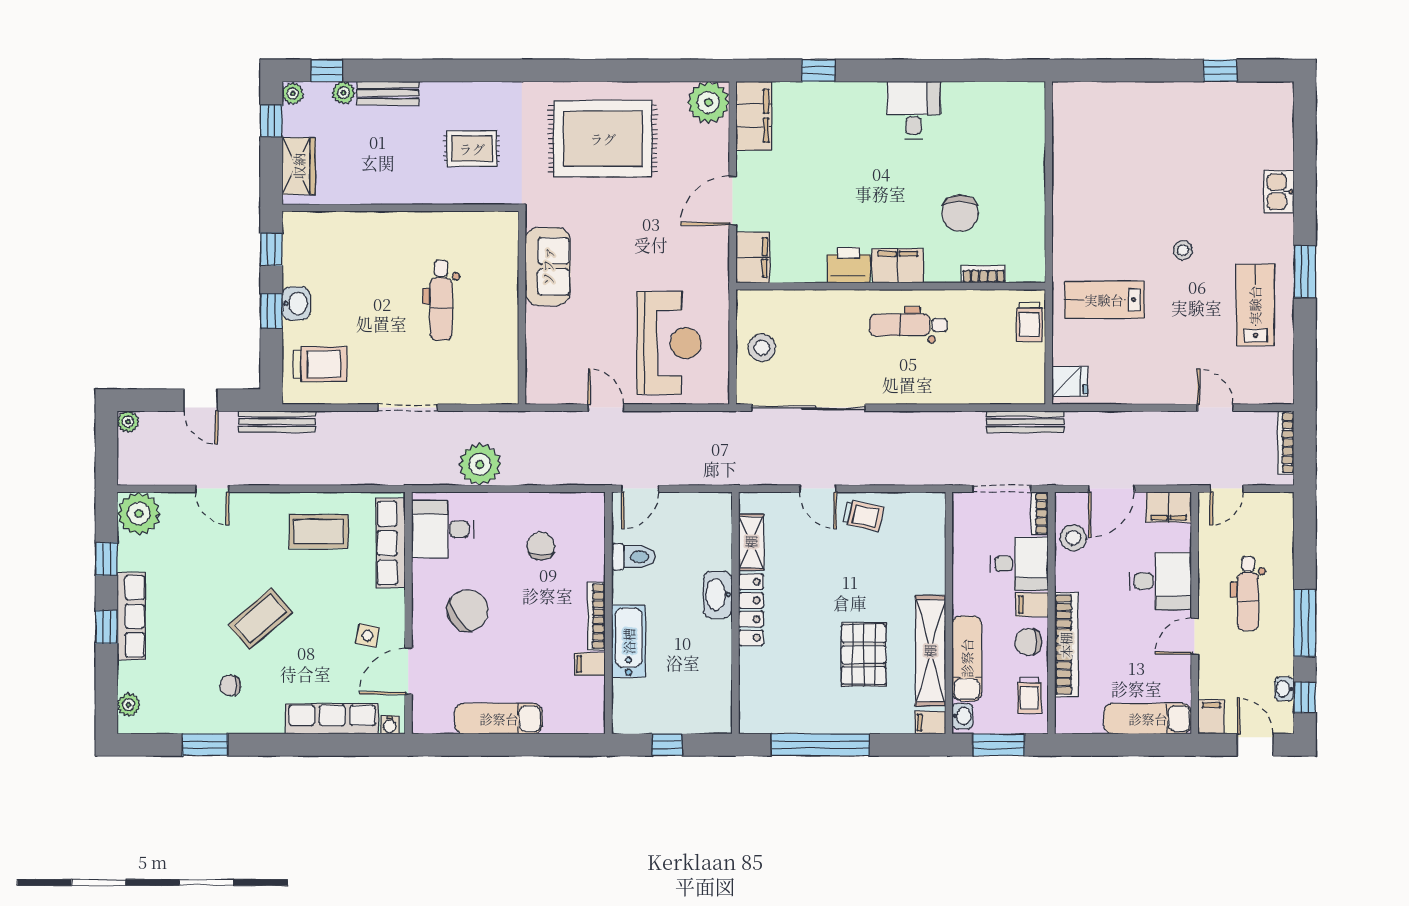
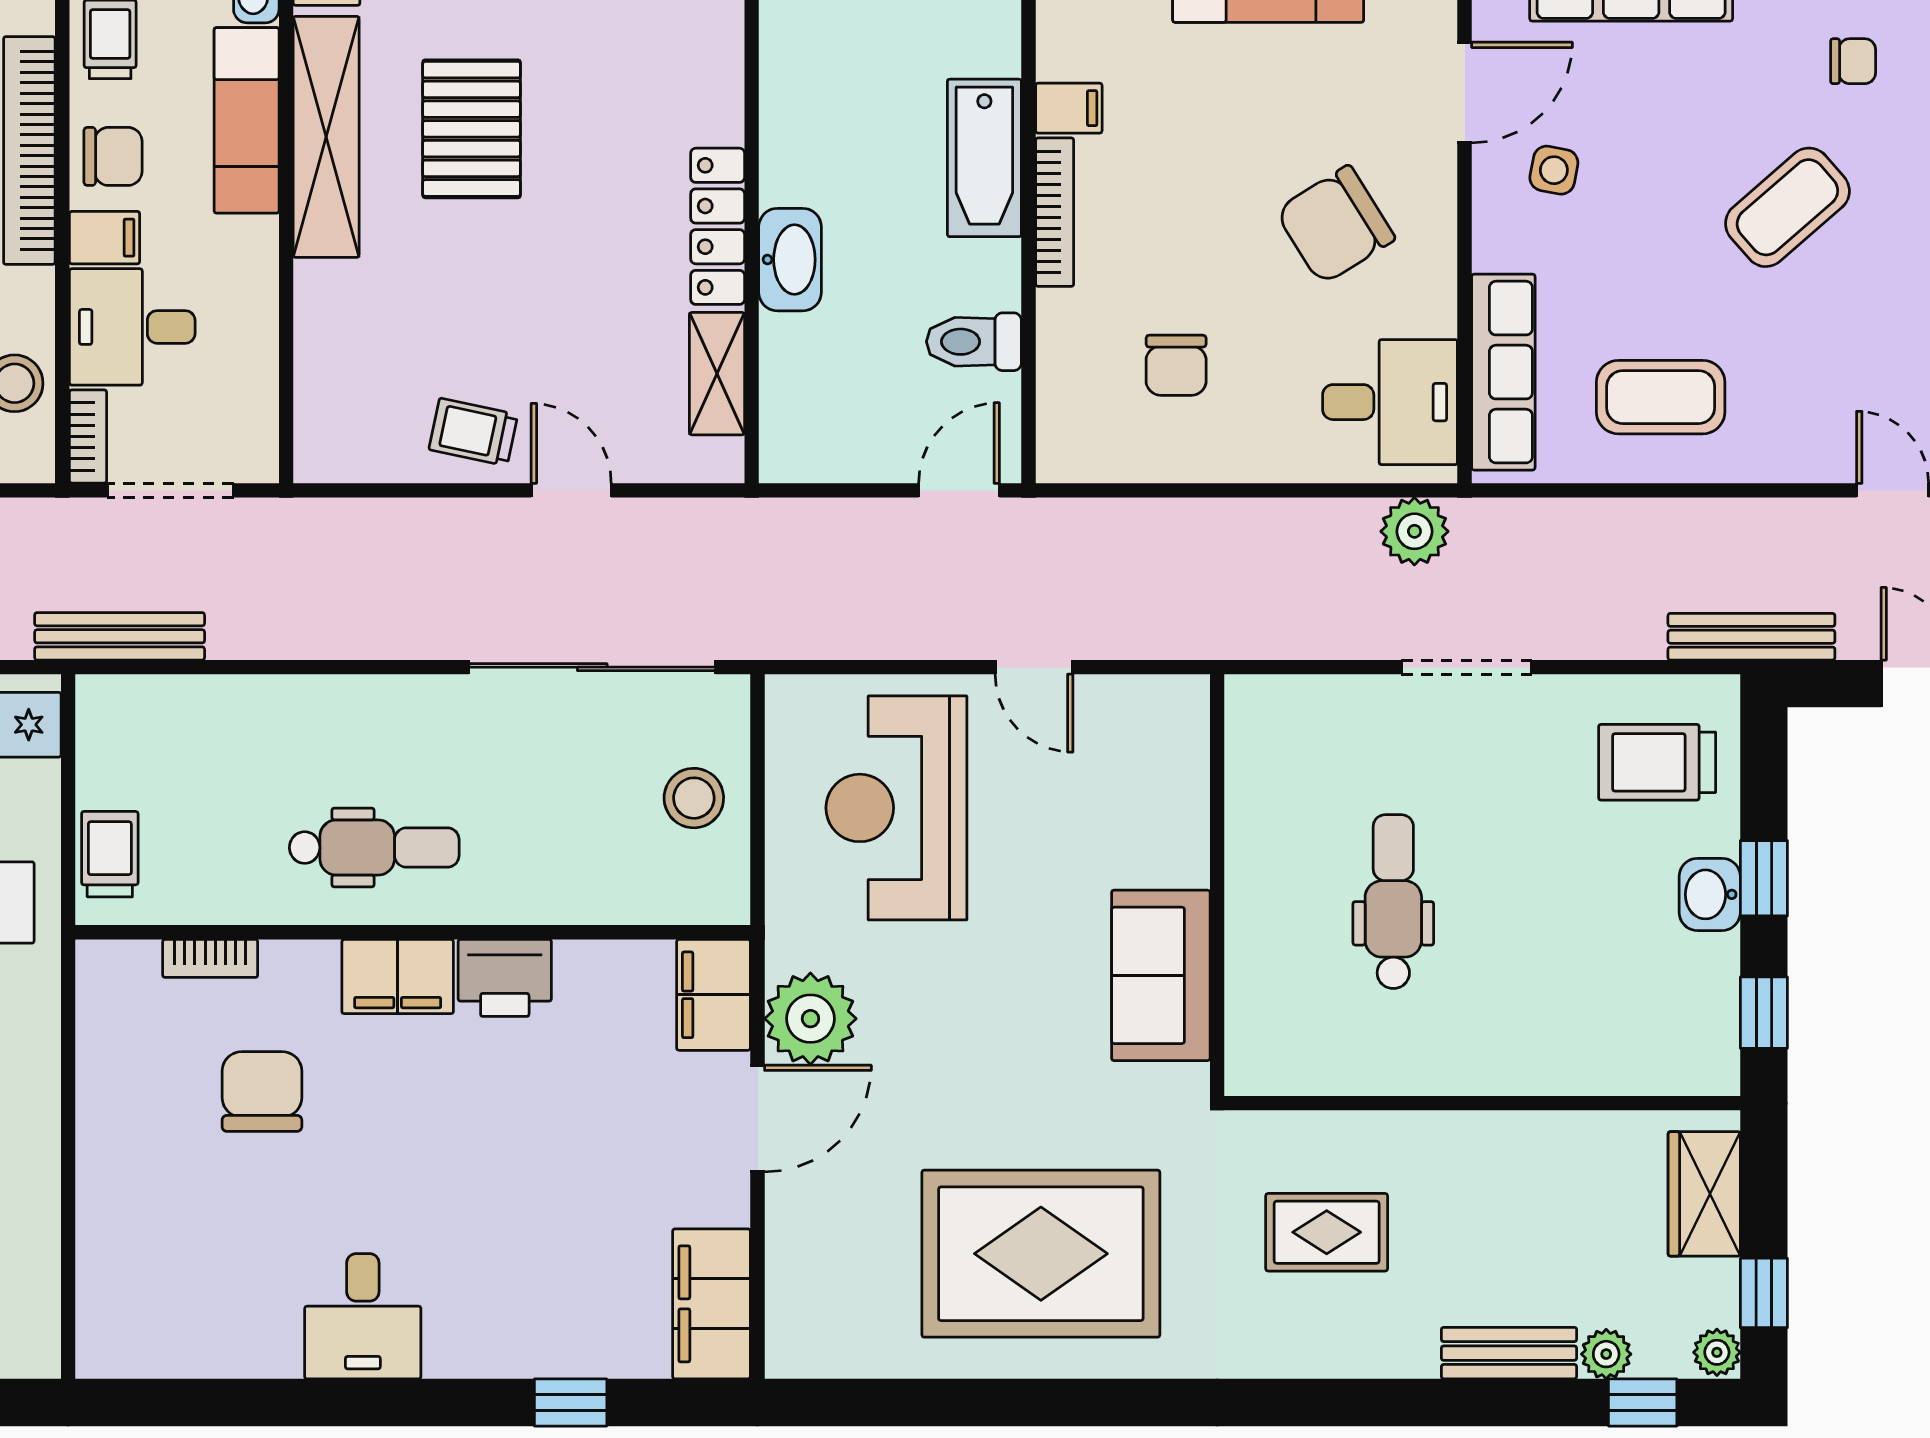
plant: (708, 102) -> (810, 1019), moved
plant: (480, 464) -> (1414, 531), moved, width x0.73, depth x0.73

